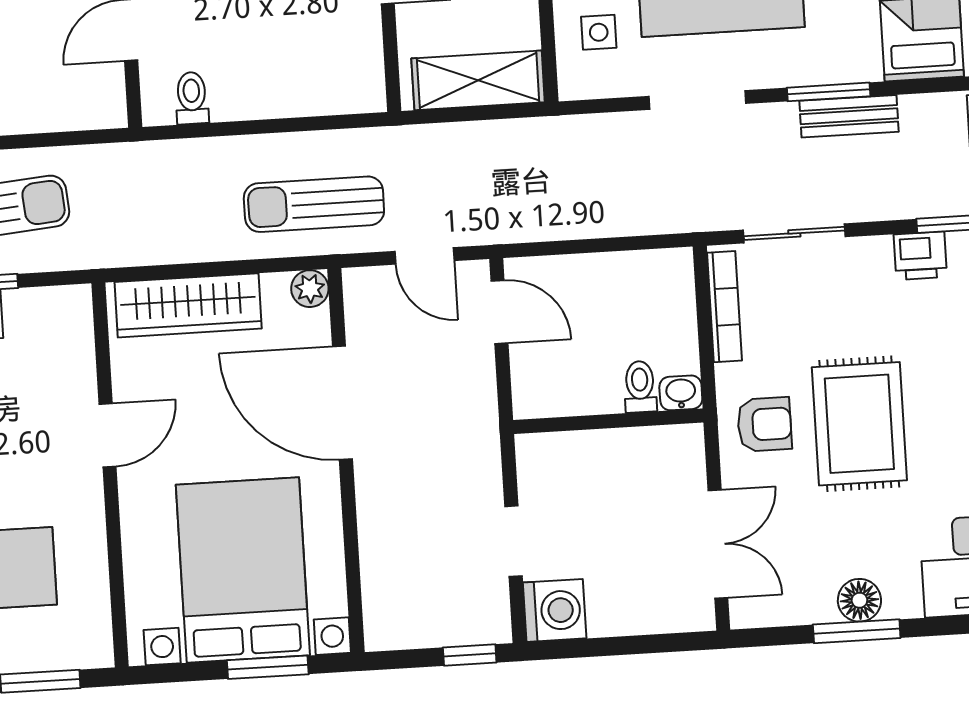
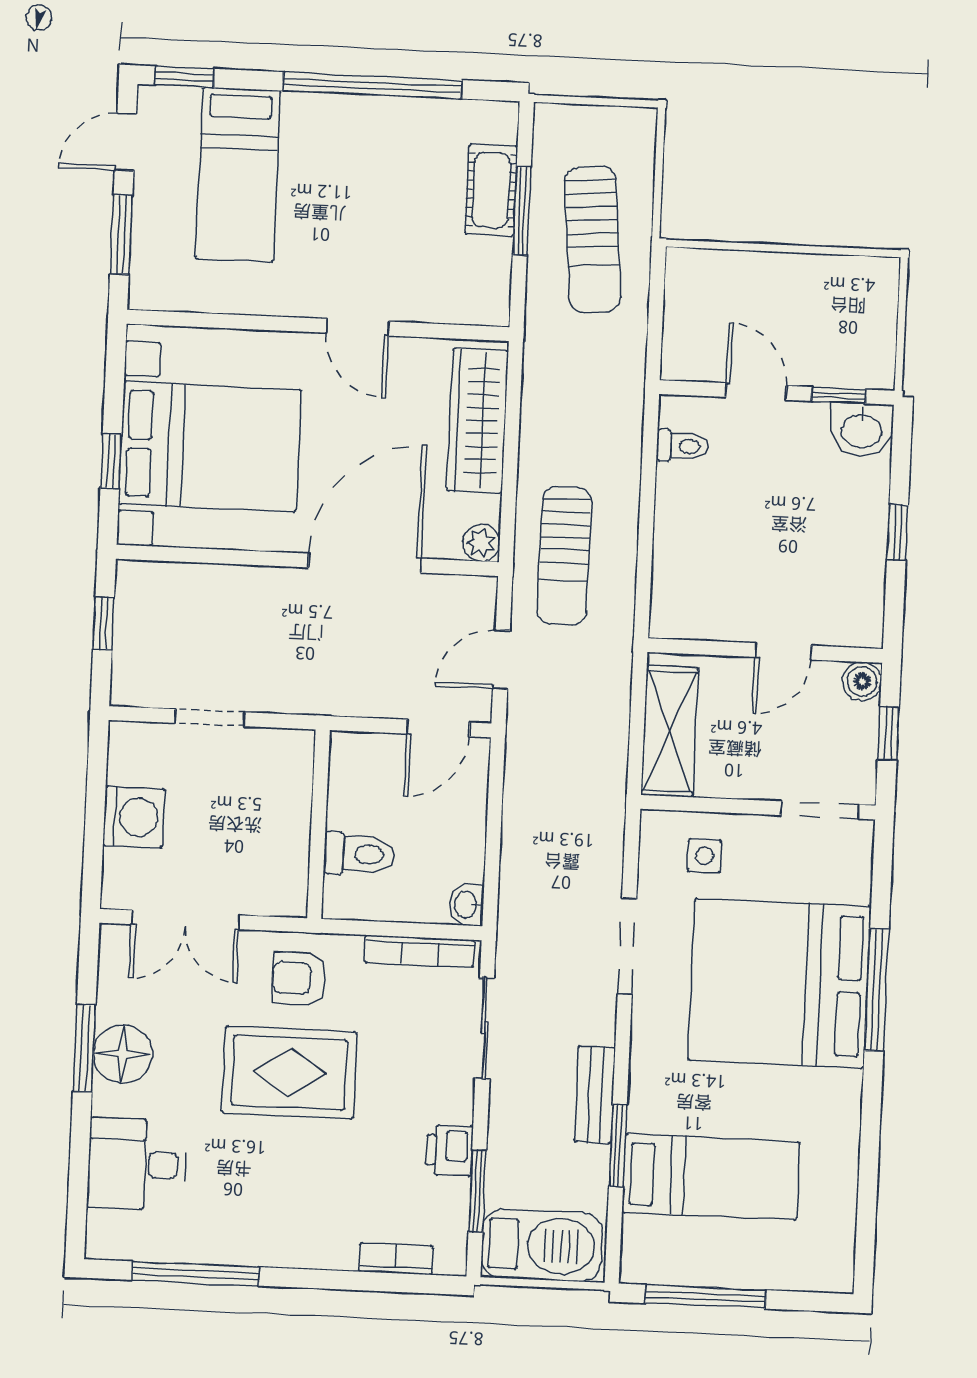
window: (829, 92) -> (618, 1146), moved
sun lounger: (314, 204) -> (564, 556), turned 180
toilet: (640, 387) -> (359, 854), width x1.37, depth x1.39
washbasin: (681, 393) -> (467, 905), moved, turned 180
armchair: (764, 424) -> (299, 978), turned 90
floor lamp: (859, 600) -> (123, 1054), width x1.38, depth x1.38
washing machine: (555, 610) -> (134, 817), moved, turned -90
window: (470, 655) -> (104, 624), moved
window: (268, 667) -> (111, 461), width x0.67

